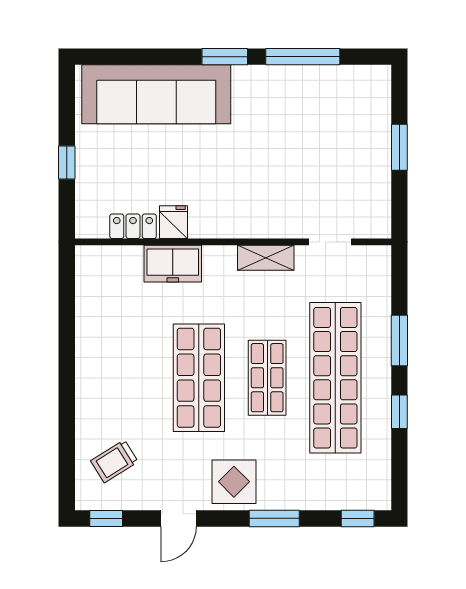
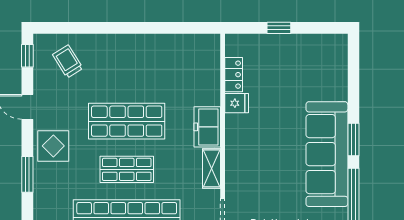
sofa: (156, 94) -> (327, 154), moved
freezer: (173, 264) -> (207, 127), moved

